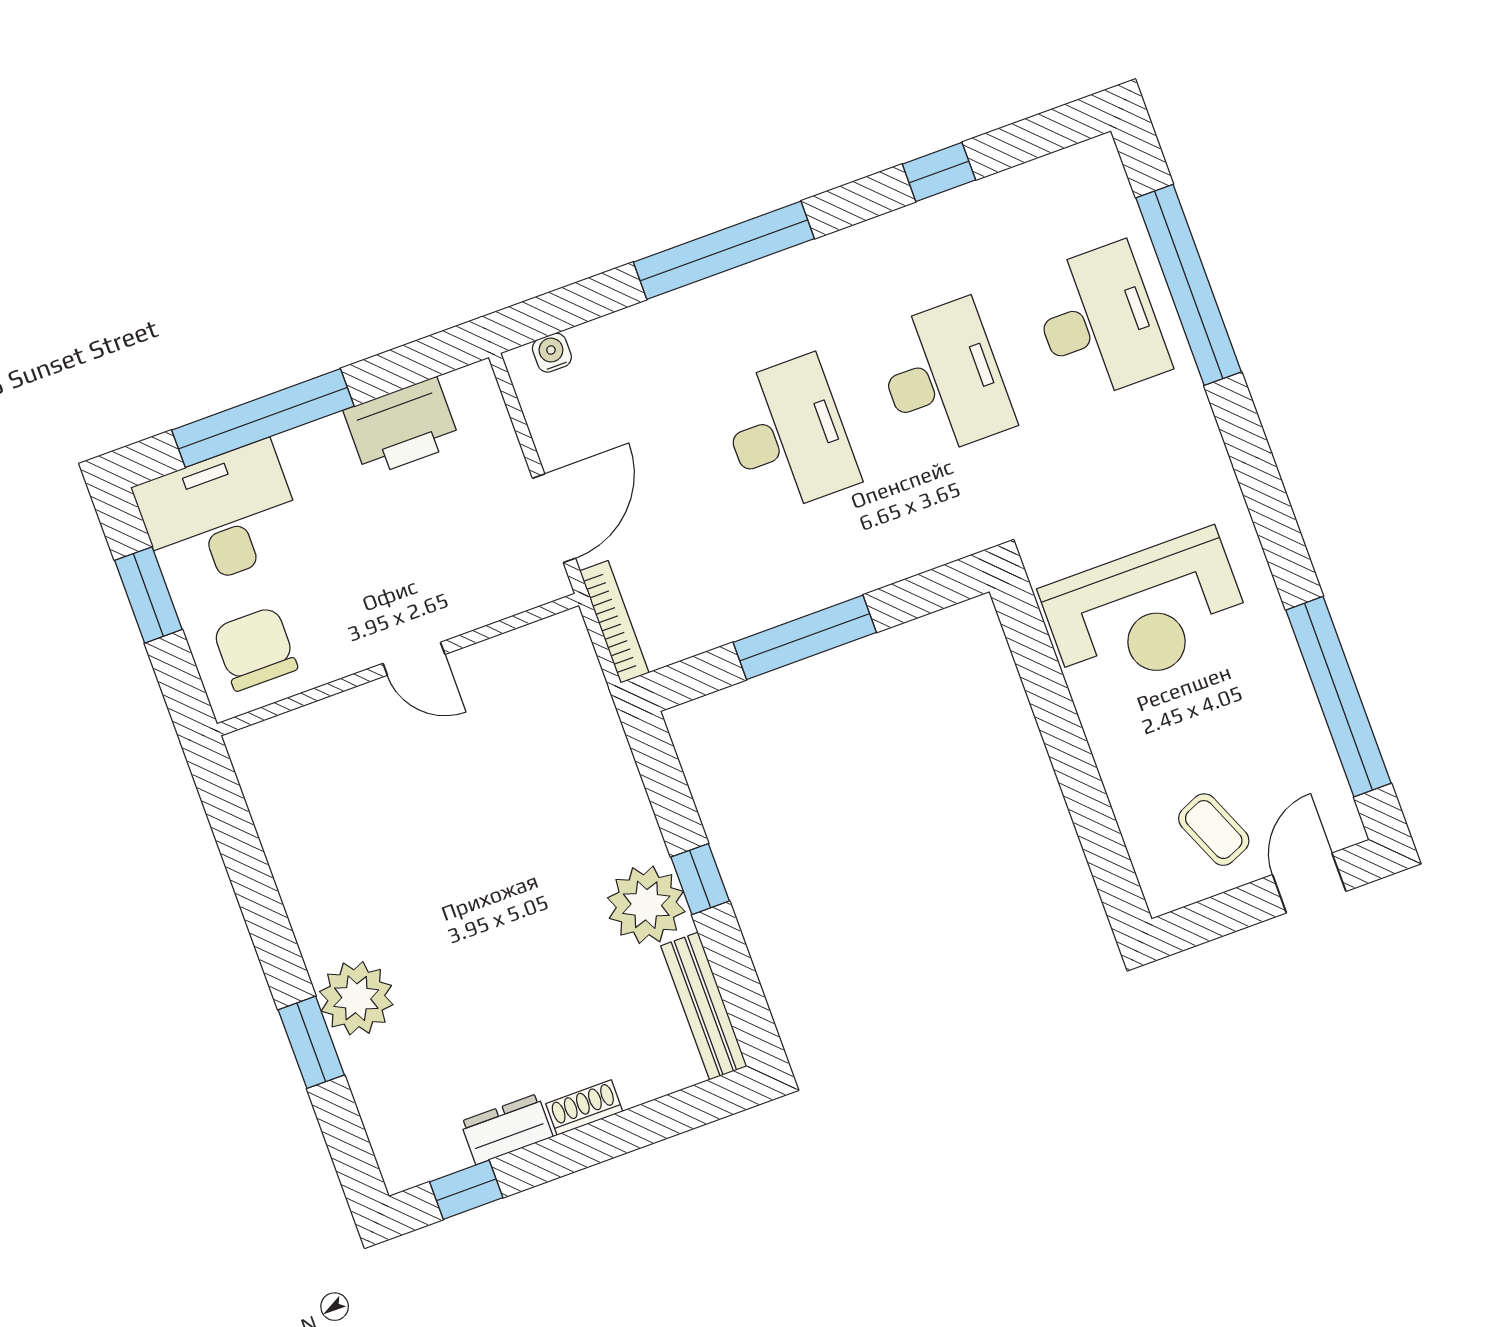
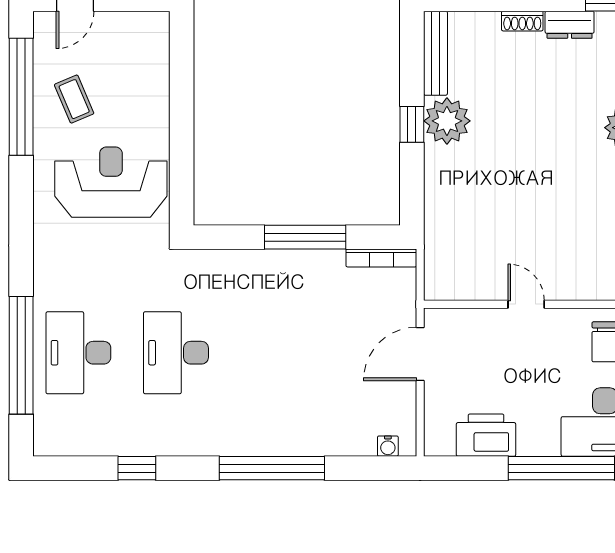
desk: (788, 435) -> (274, 353), removed
bookcase: (614, 622) -> (381, 258), moved, turned -90
coffee table: (1214, 830) -> (74, 99), moved

